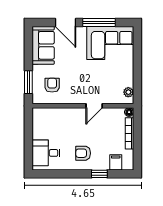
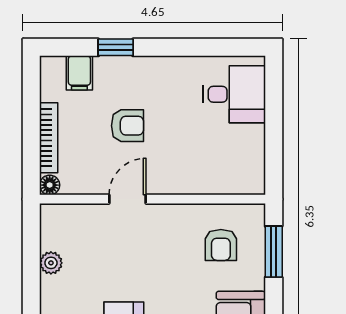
plant: (128, 92) -> (51, 263), moved
armchair: (83, 153) -> (127, 126), moved

